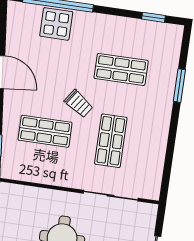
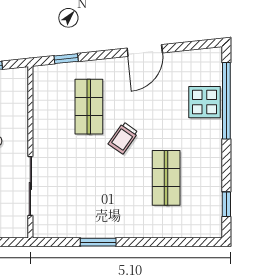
window: (179, 86) -> (98, 242), moved
shop shelf: (111, 141) -> (89, 178), removed

